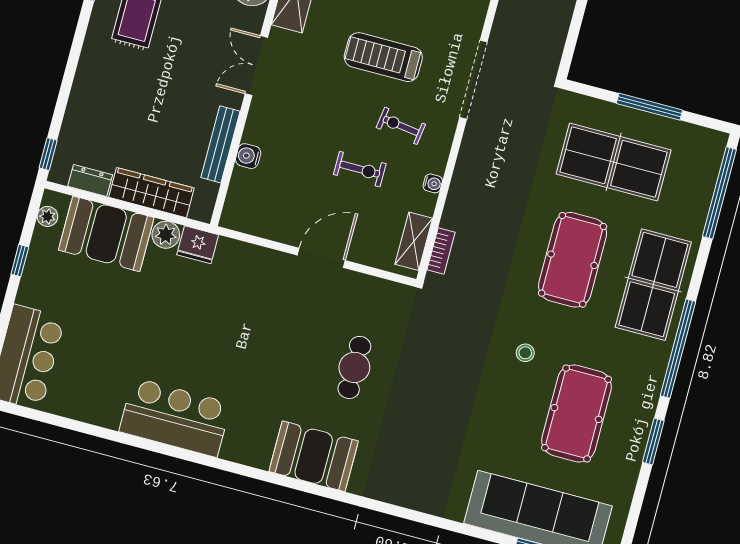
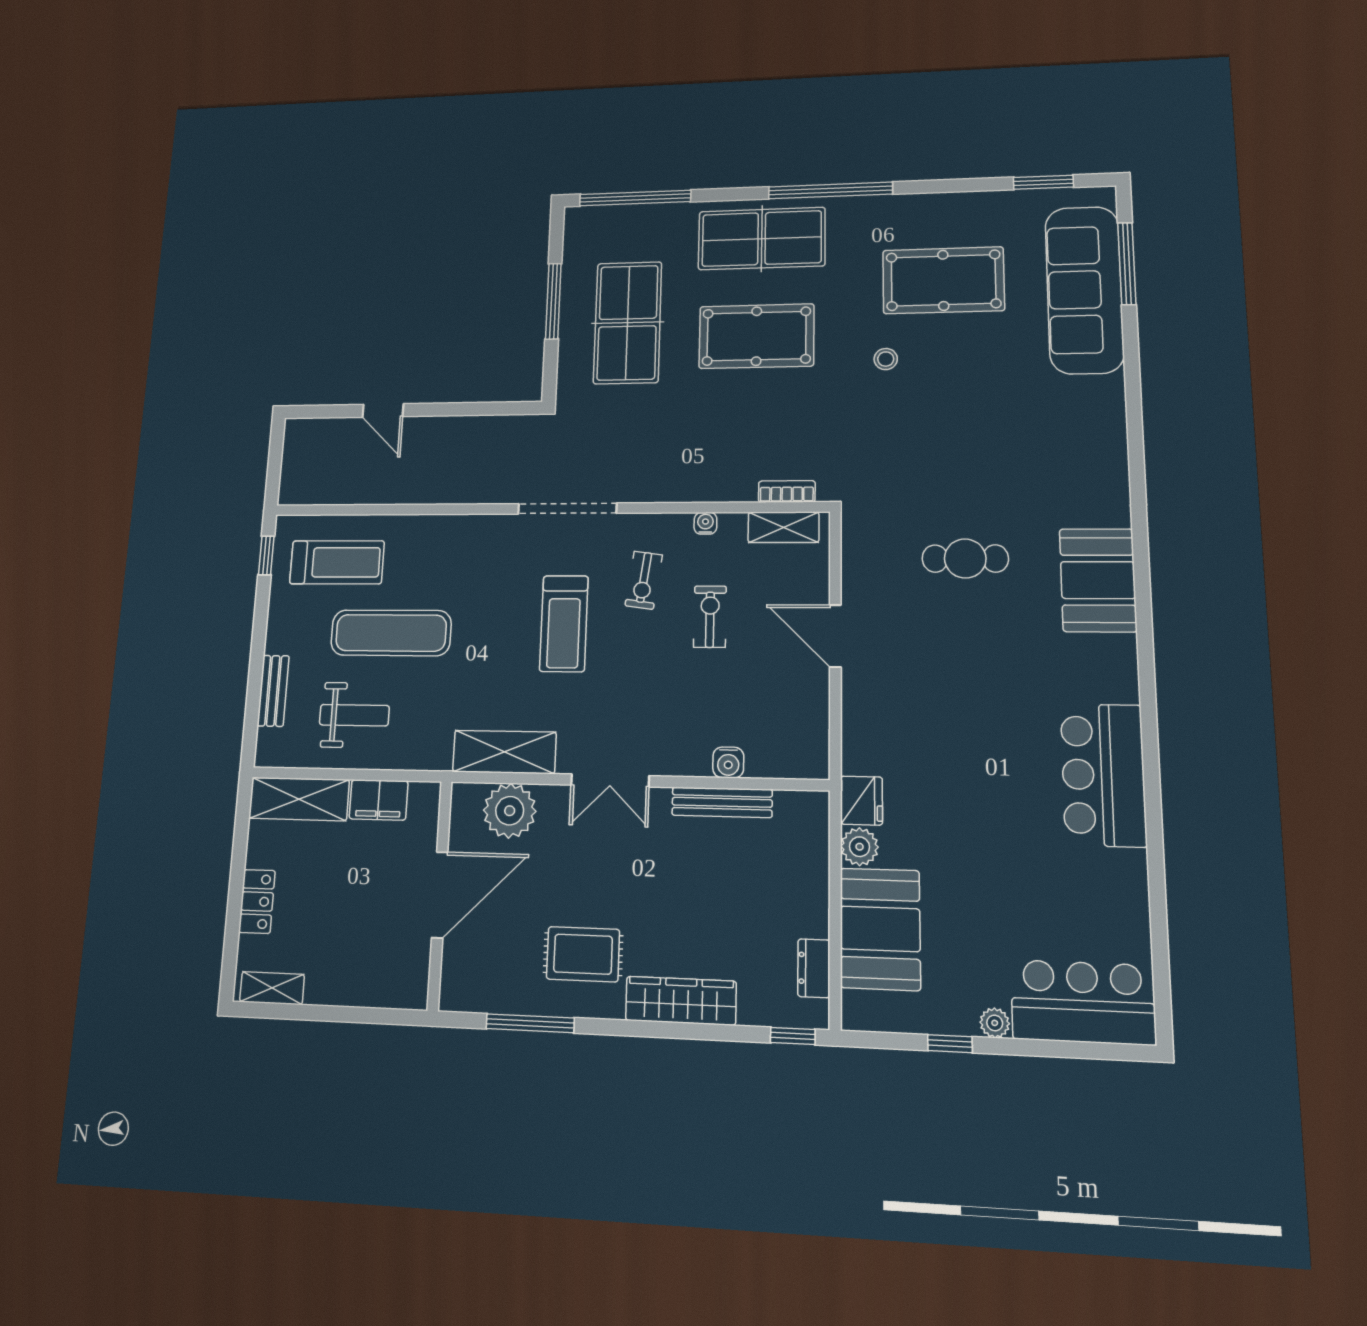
wardrobe: (151, 193) -> (681, 1001), moved, turned 90
plant: (47, 216) -> (995, 1023), moved
window: (653, 442) -> (1043, 182), moved

